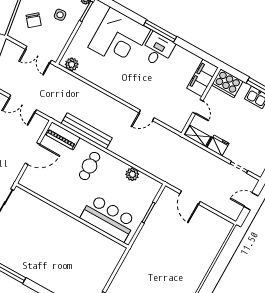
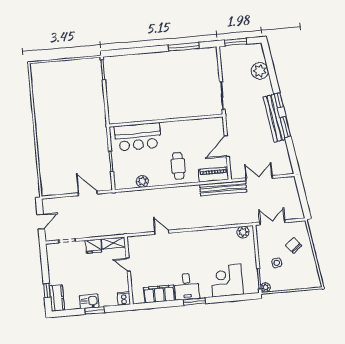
window: (160, 31) -> (194, 302), width x0.69
corner desk: (119, 38) -> (227, 280), width x0.74, depth x0.74
filing cabinet: (203, 78) -> (159, 294), moved, turned -90
cooker: (227, 83) -> (124, 298), width x0.53, depth x0.76
door: (146, 115) -> (162, 232), hinge flipped
bench: (87, 131) -> (223, 188), moved

